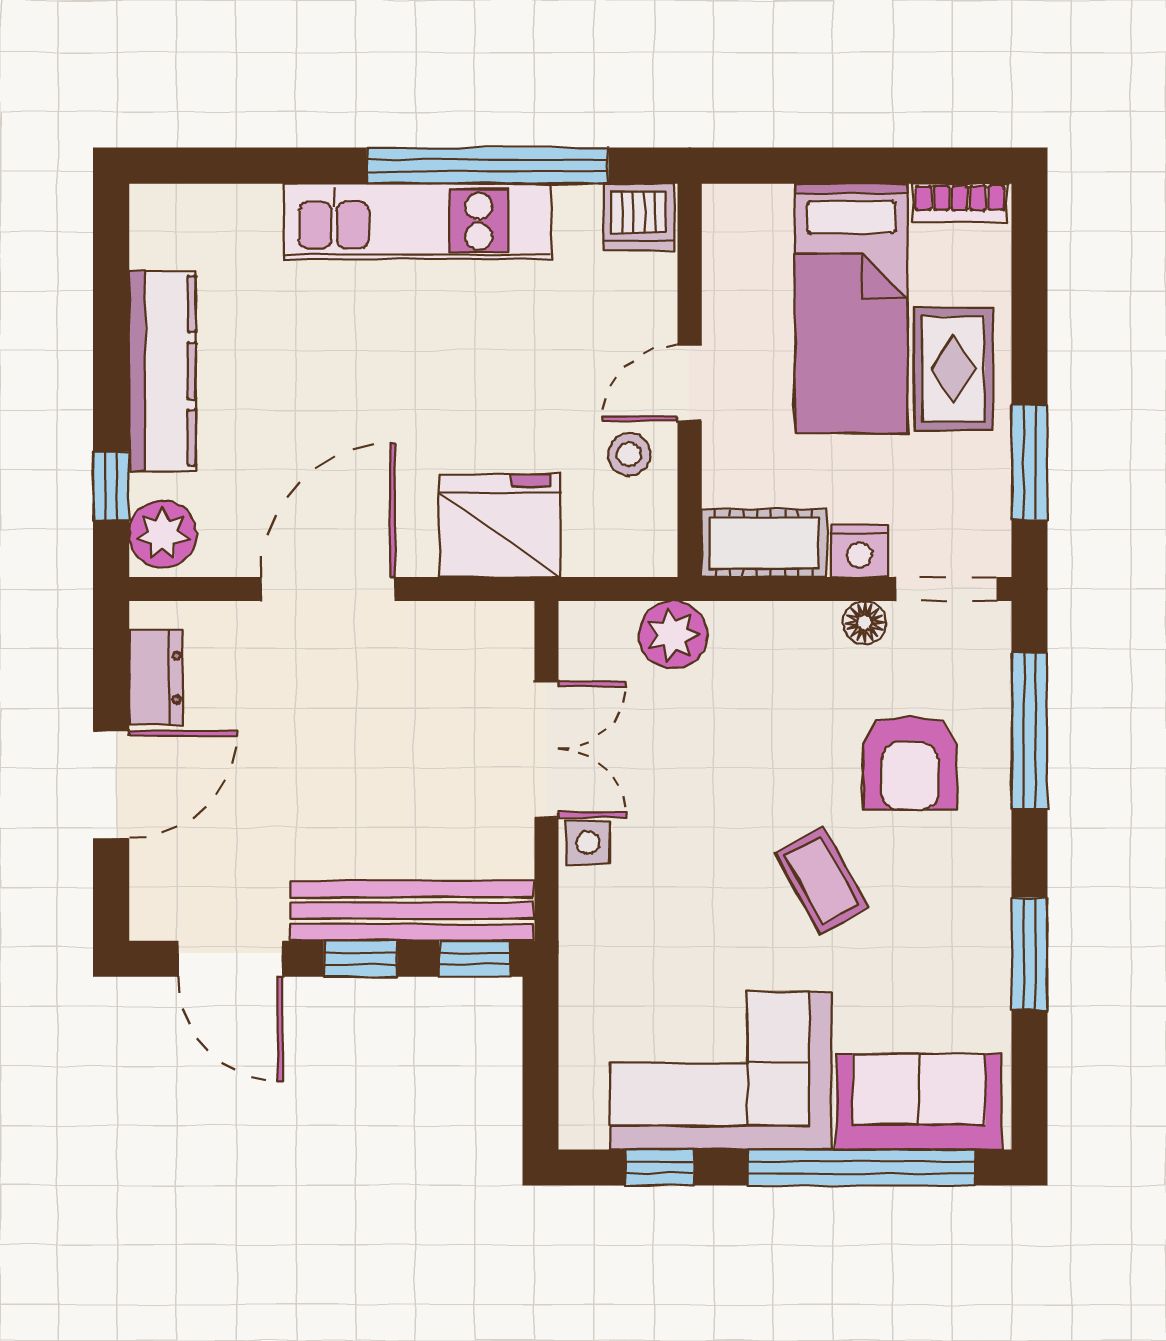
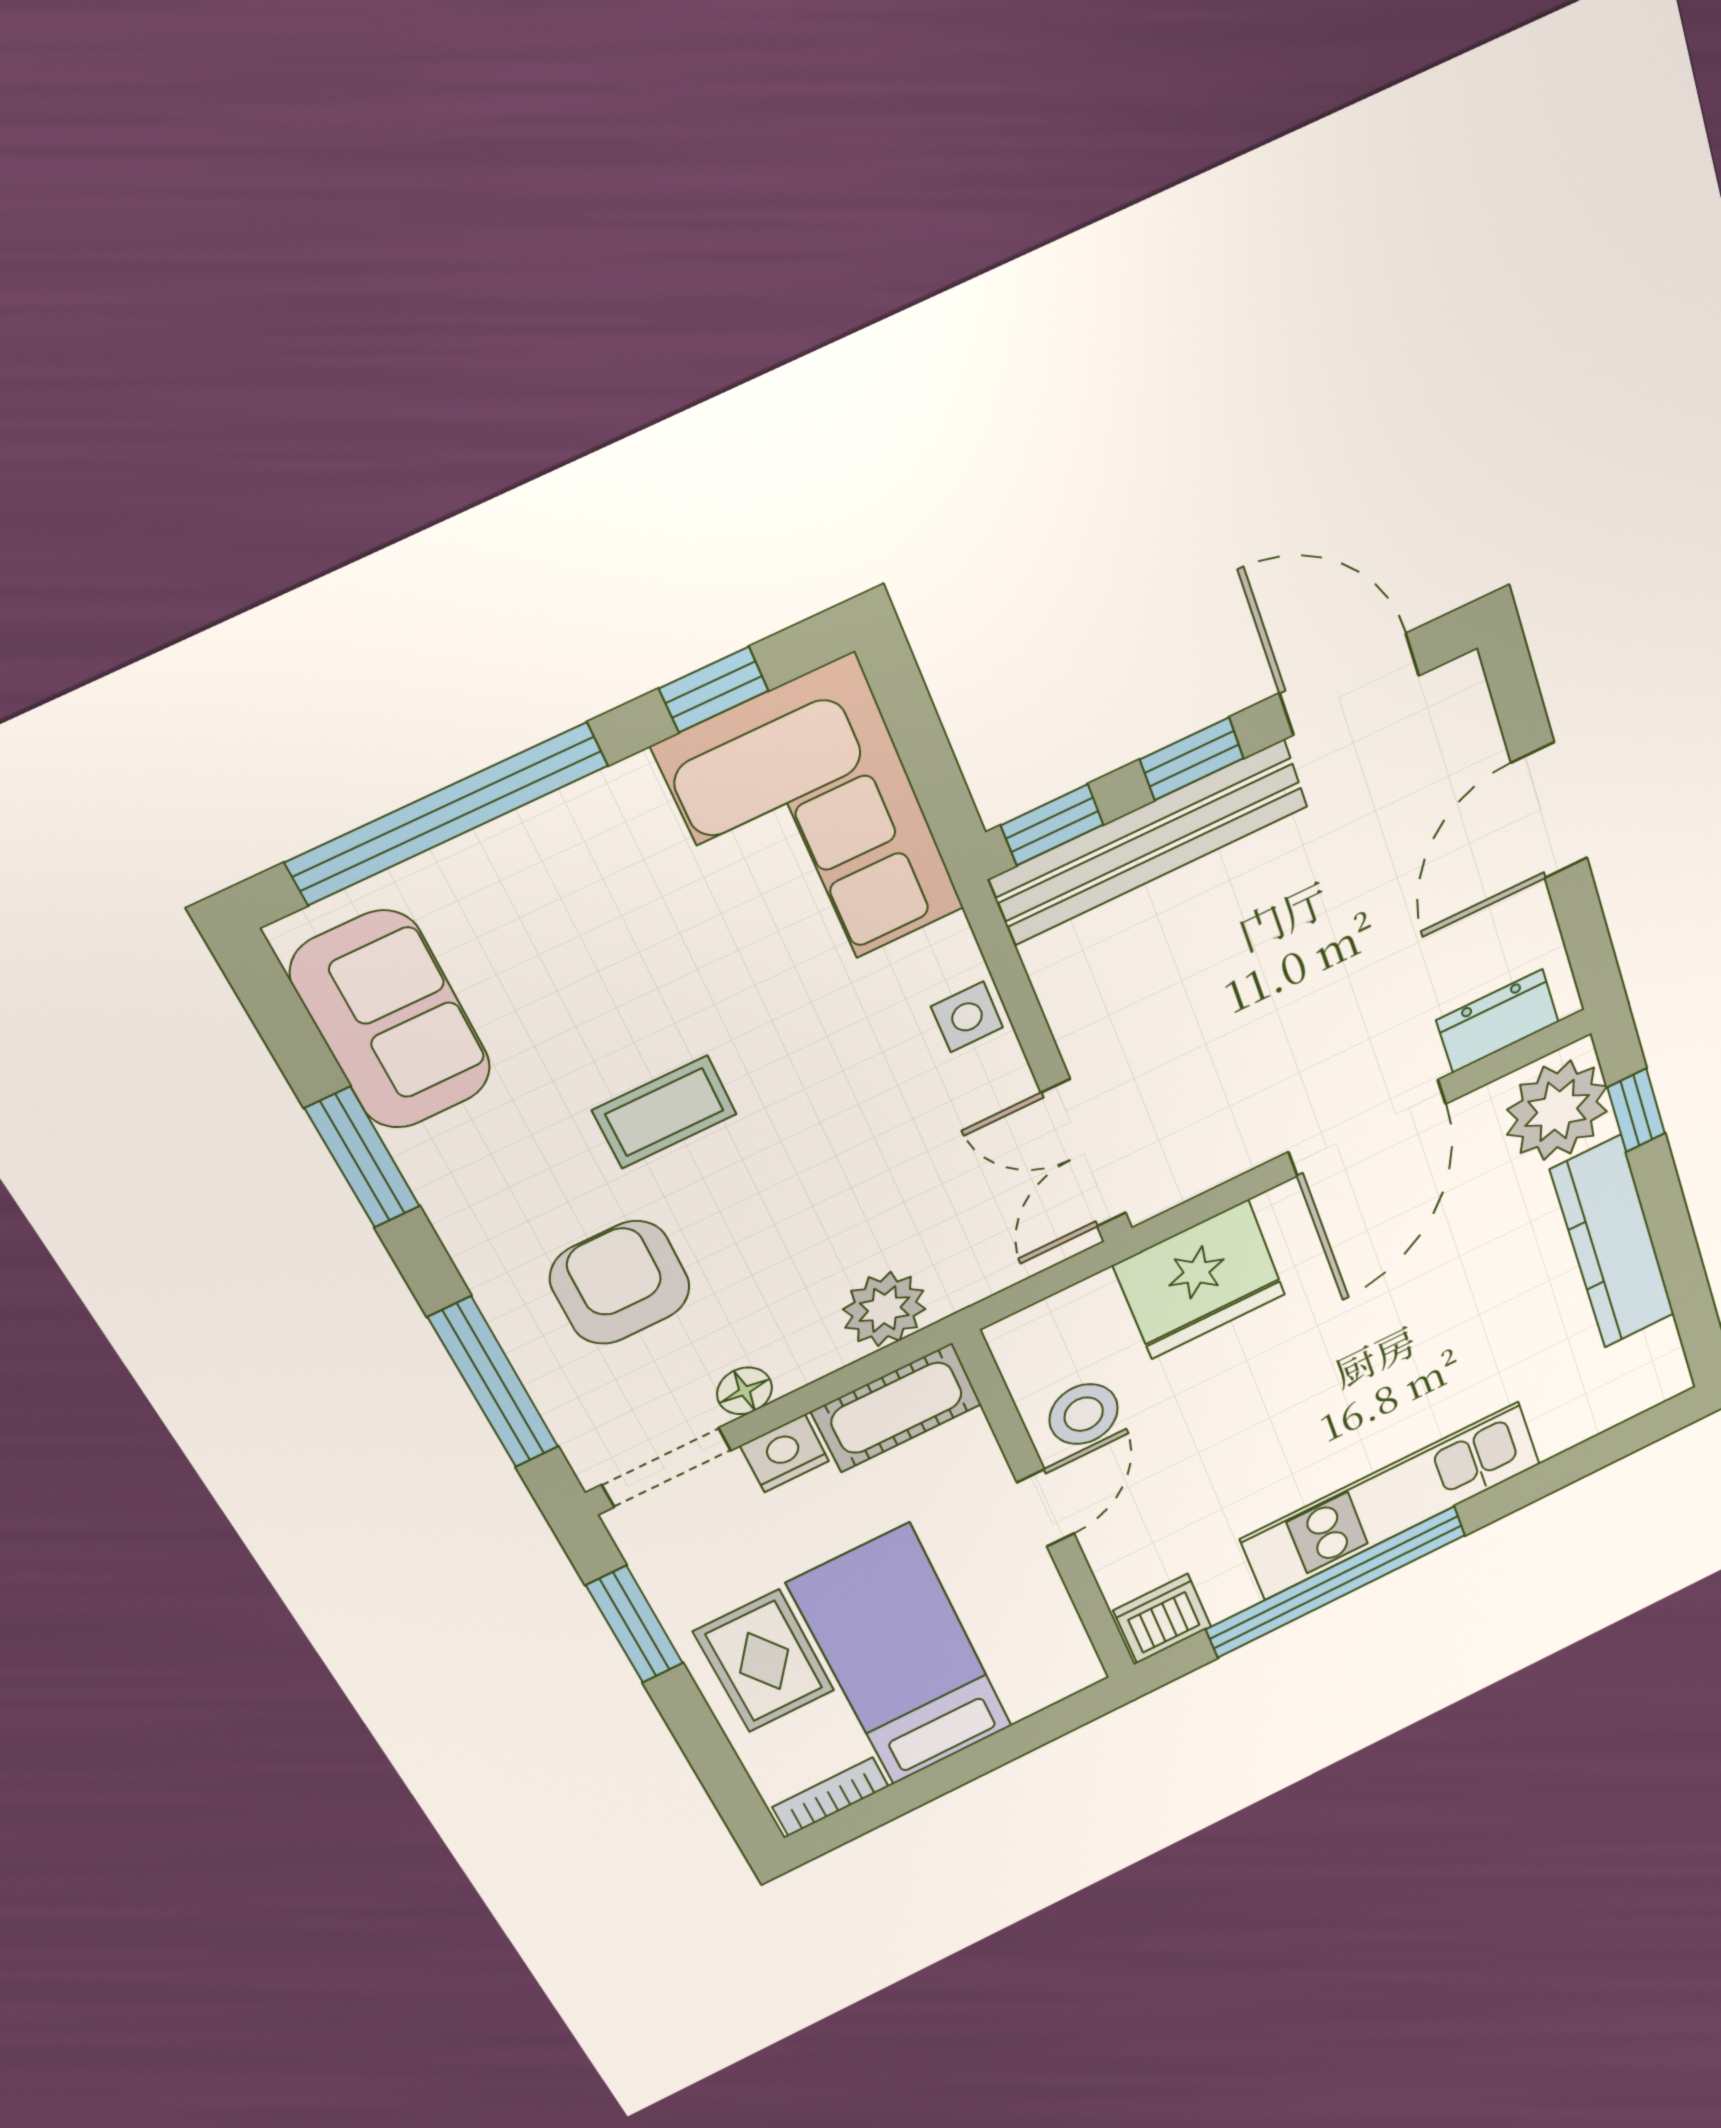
stool: (629, 454) -> (1084, 1414), width x1.37, depth x1.37
plant: (163, 534) -> (1557, 1111), width x1.36, depth x1.36
plant: (673, 635) -> (884, 1309), moved
dresser: (156, 678) -> (1498, 1021), moved, turned 90
double door: (546, 749) -> (1084, 1154), moved
coffee table: (822, 880) -> (664, 1112), turned -61
corner sofa: (721, 1071) -> (811, 829), moved, turned 90
sofa: (919, 1102) -> (391, 1021), moved, turned -90

